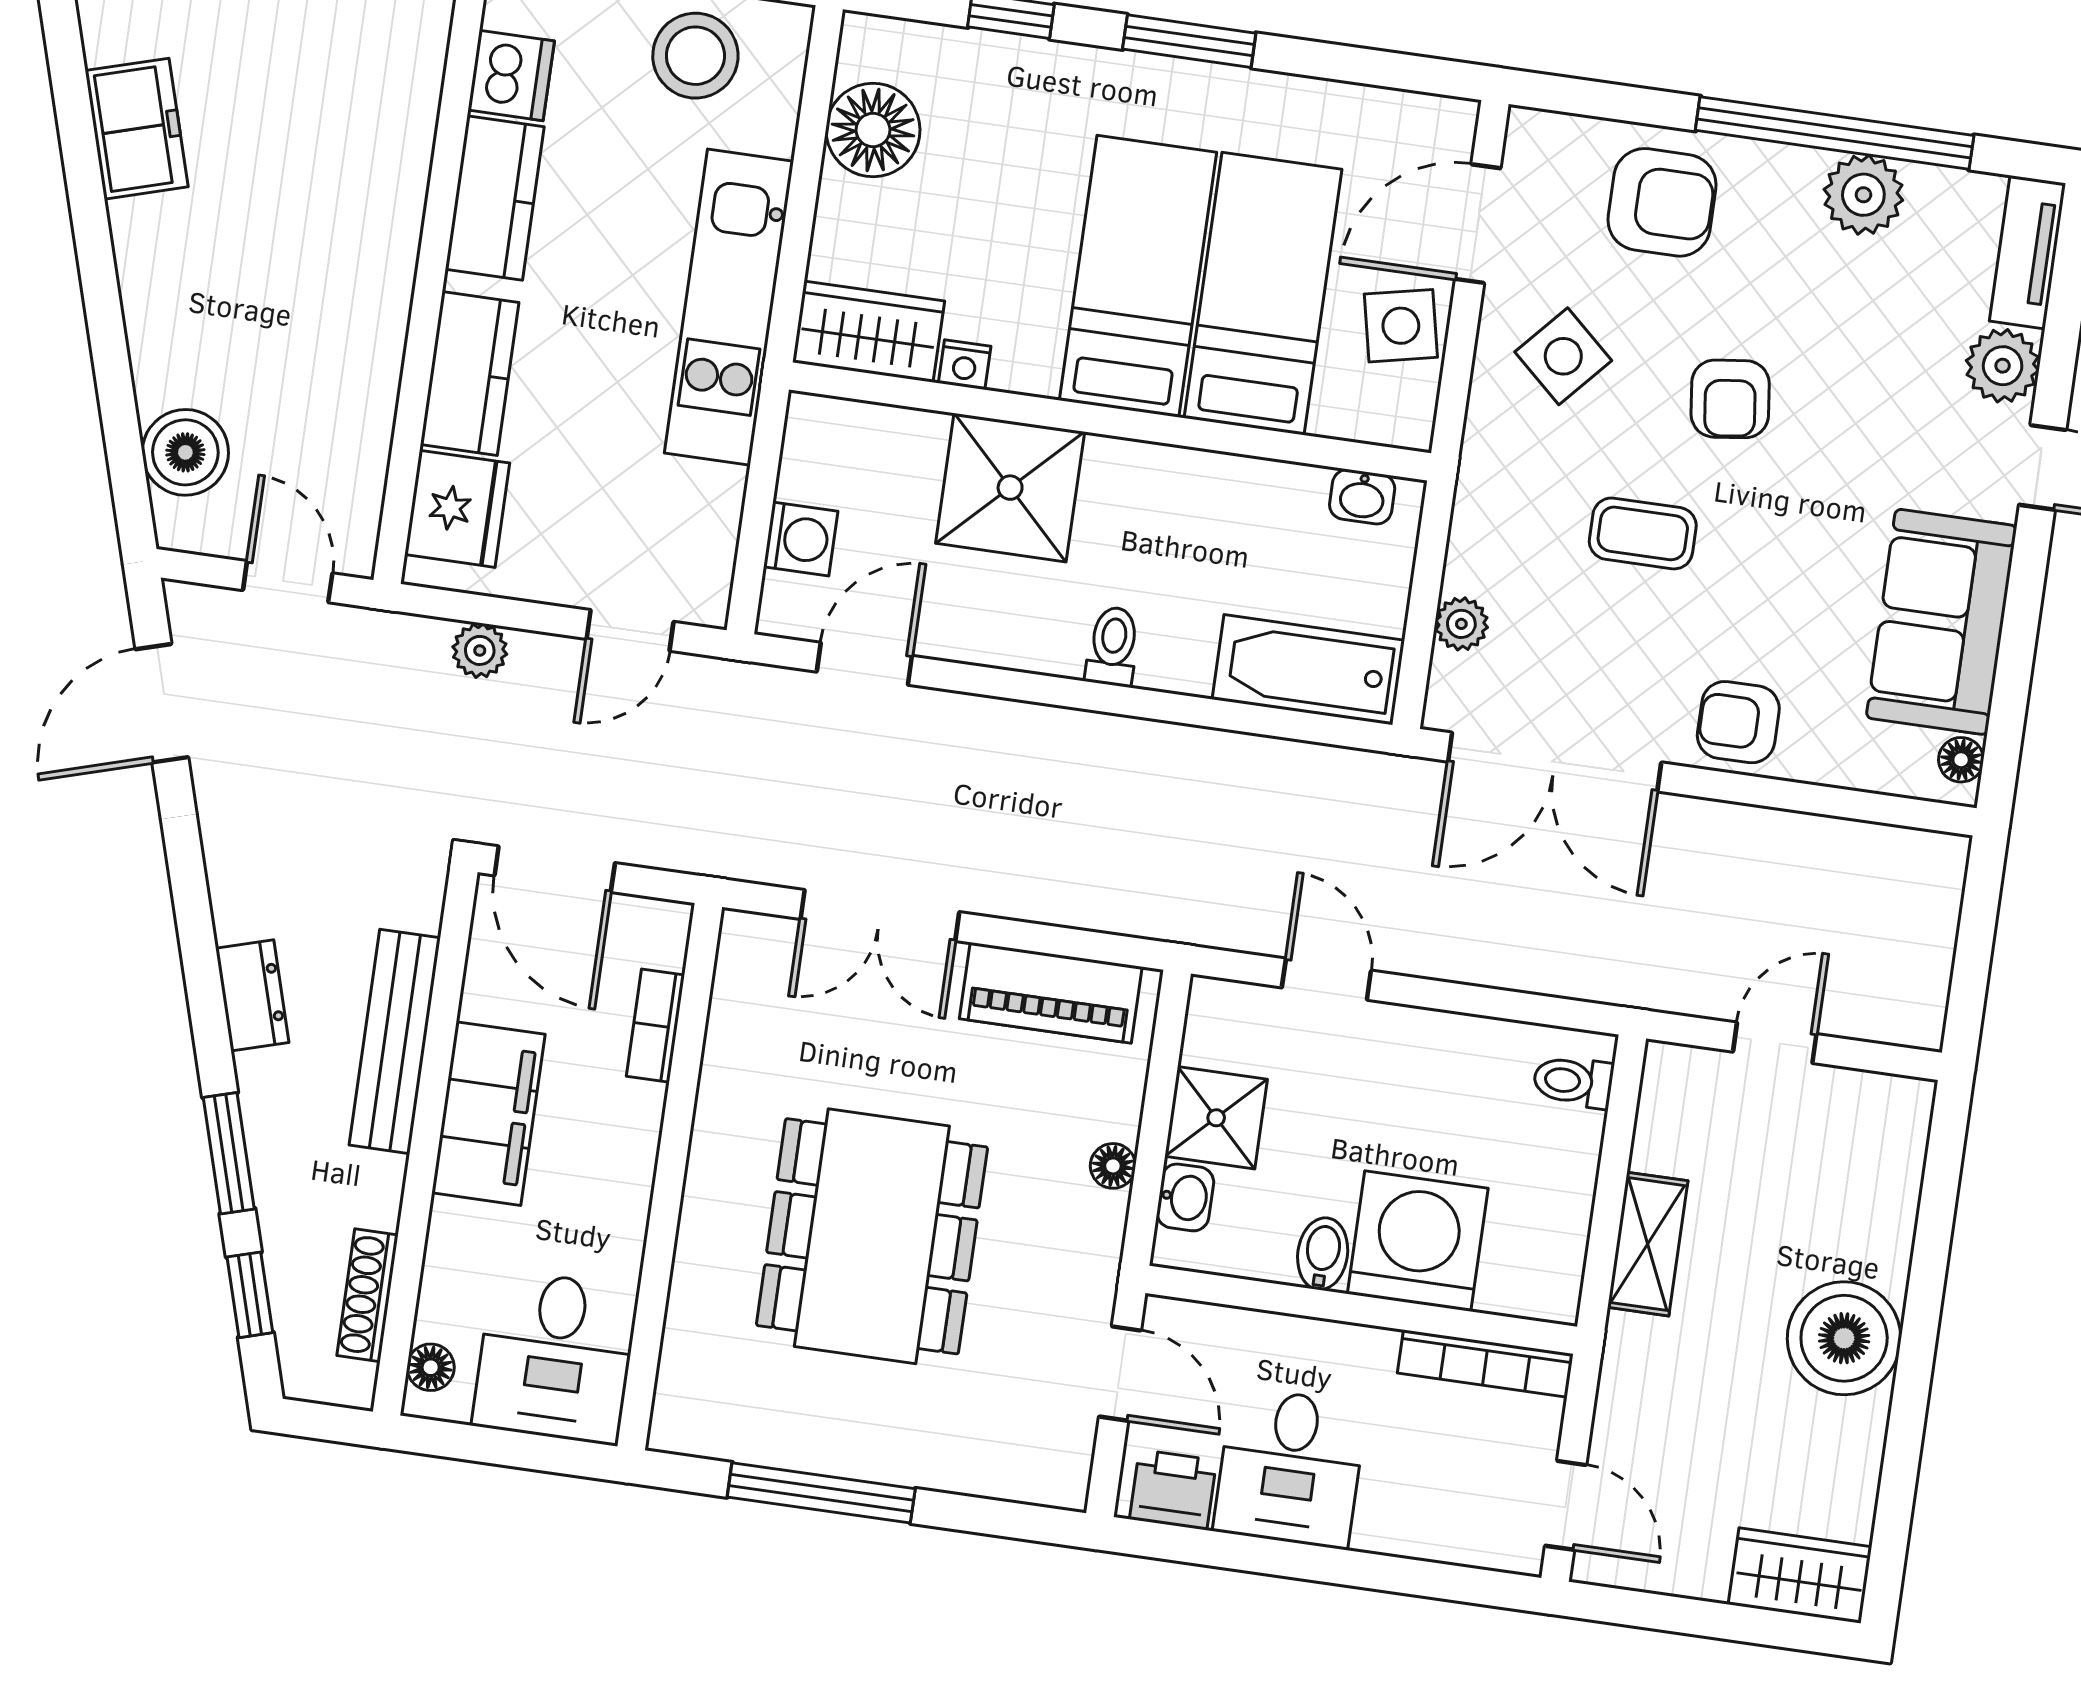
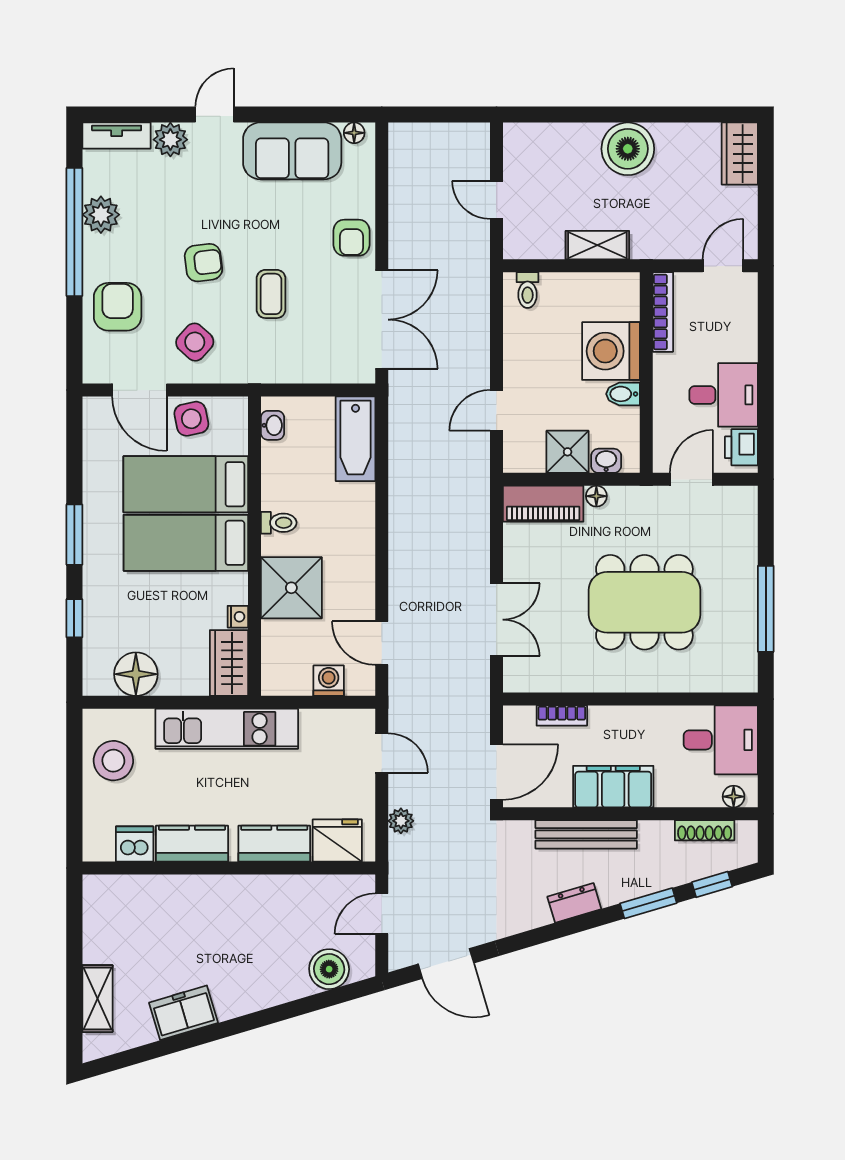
plant: (1461, 624) -> (324, 371), removed
toilet: (1113, 646) -> (279, 523), moved, turned 180
piano: (1051, 993) -> (543, 504), moved, turned 90

